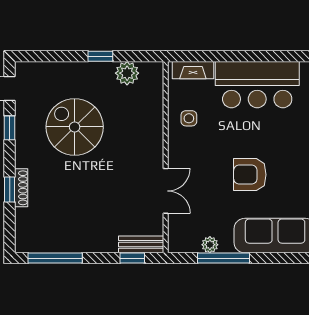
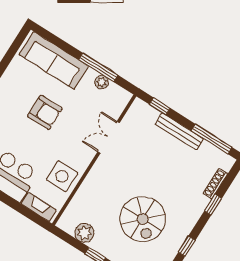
side table: (189, 118) -> (62, 176), width x1.87, depth x1.87
shoe rack: (21, 188) -> (215, 184), moved
bench: (141, 244) -> (179, 131), moved, width x1.36

